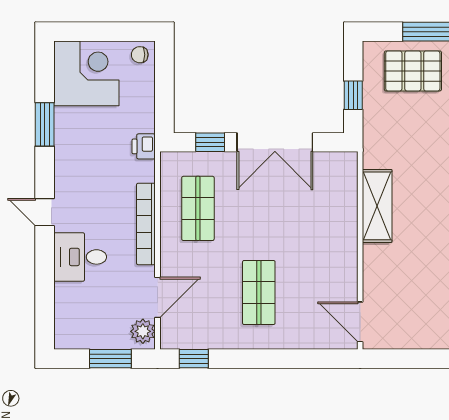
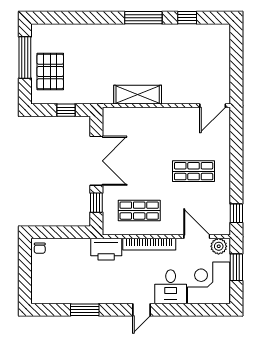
corner desk: (86, 73) -> (209, 283), moved
printer: (144, 146) -> (106, 249), width x1.87, depth x1.48

